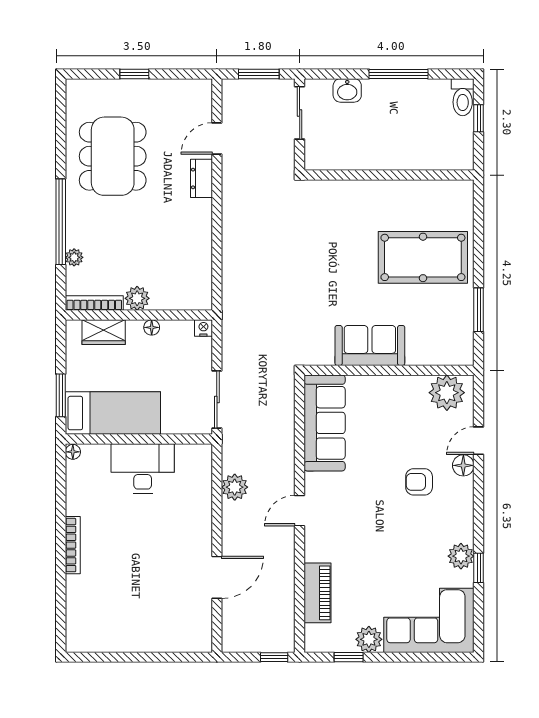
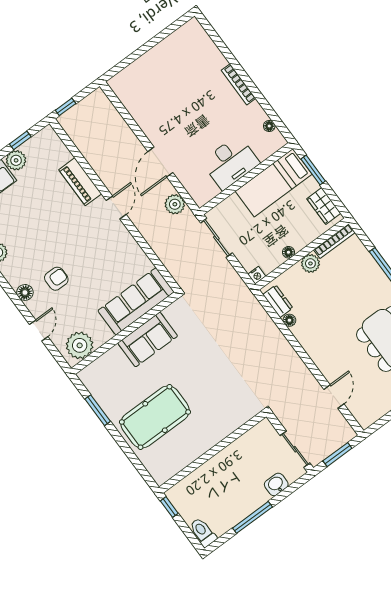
window: (479, 118) -> (169, 507), moved
dresser: (201, 178) -> (278, 301), moved
floor lamp: (204, 255) -> (289, 320), added
plant: (74, 257) -> (367, 260), removed
wardrobe: (104, 332) -> (324, 206), moved, turned -90
sofa: (325, 423) -> (136, 301), moved, turned 90
floor lamp: (73, 452) -> (269, 126), moved
floor lamp: (463, 465) -> (25, 292), moved
plant: (235, 487) -> (175, 204), moved
door: (217, 577) -> (160, 162), moved
piano: (317, 593) -> (80, 182), moved

